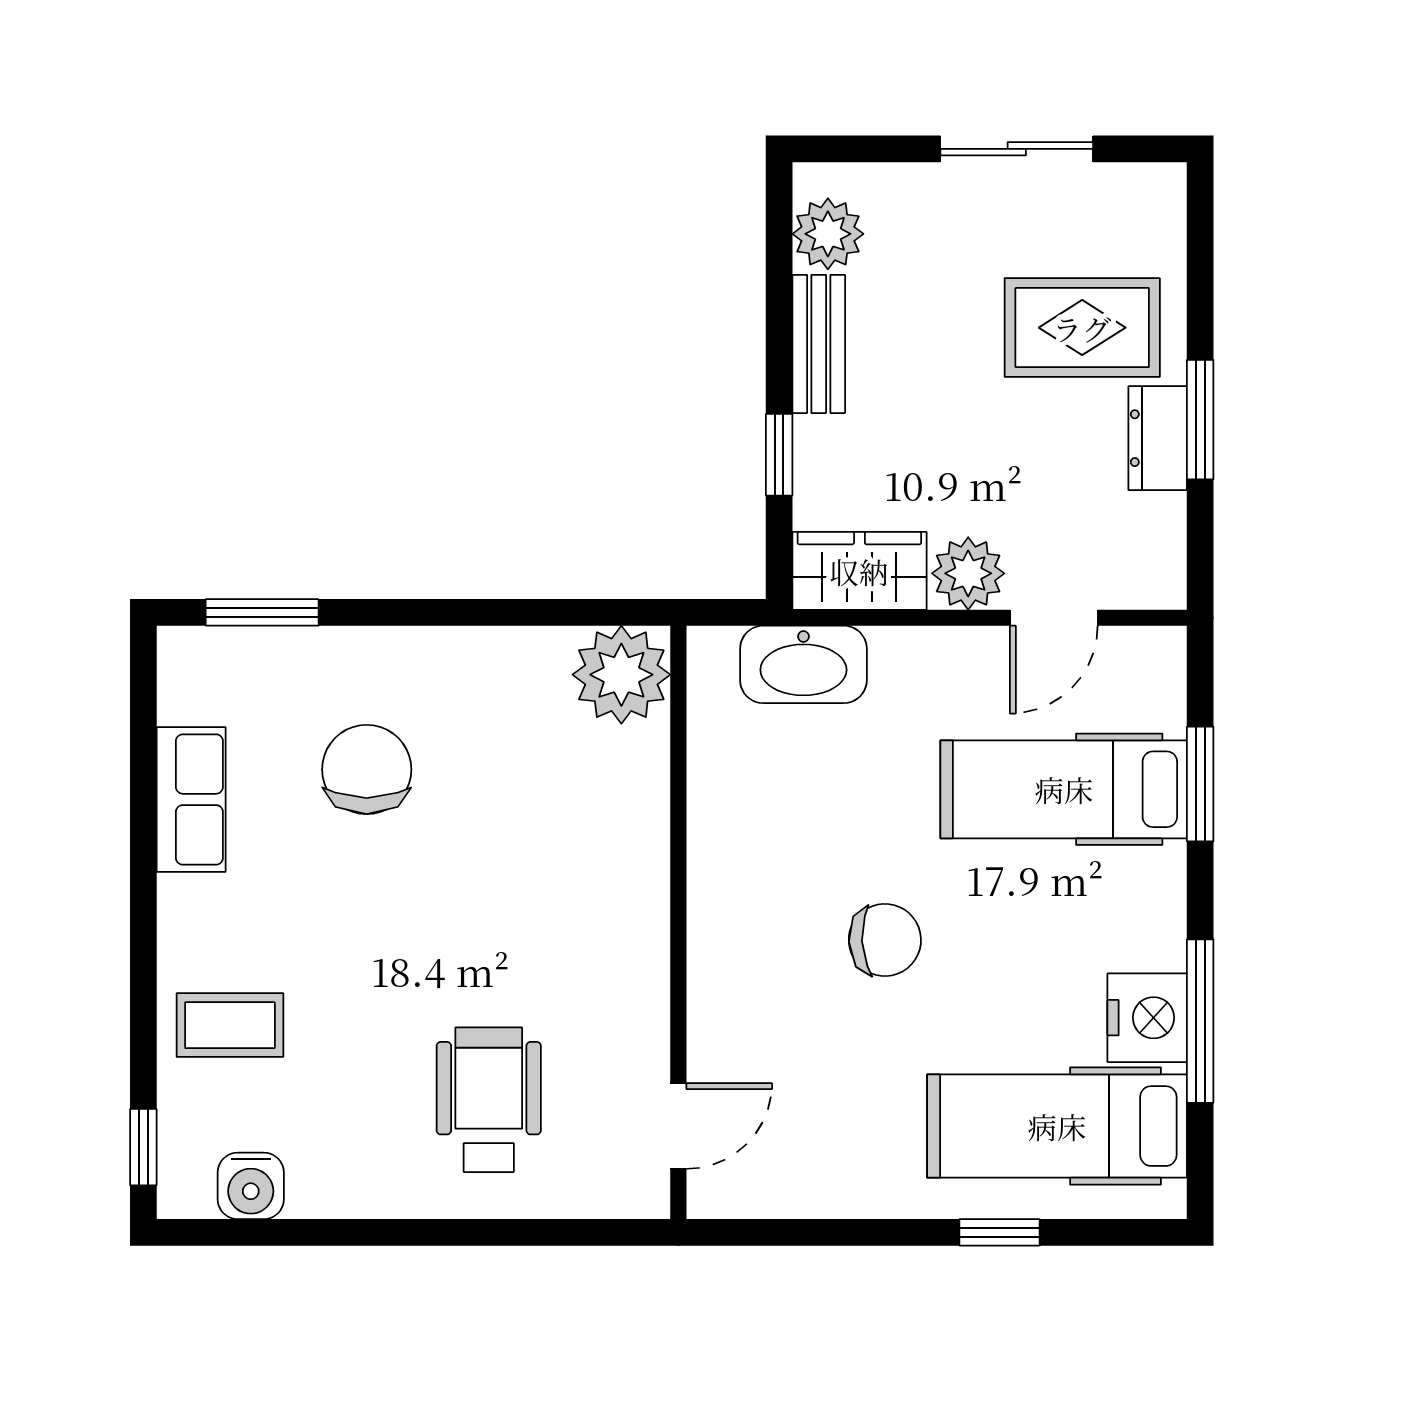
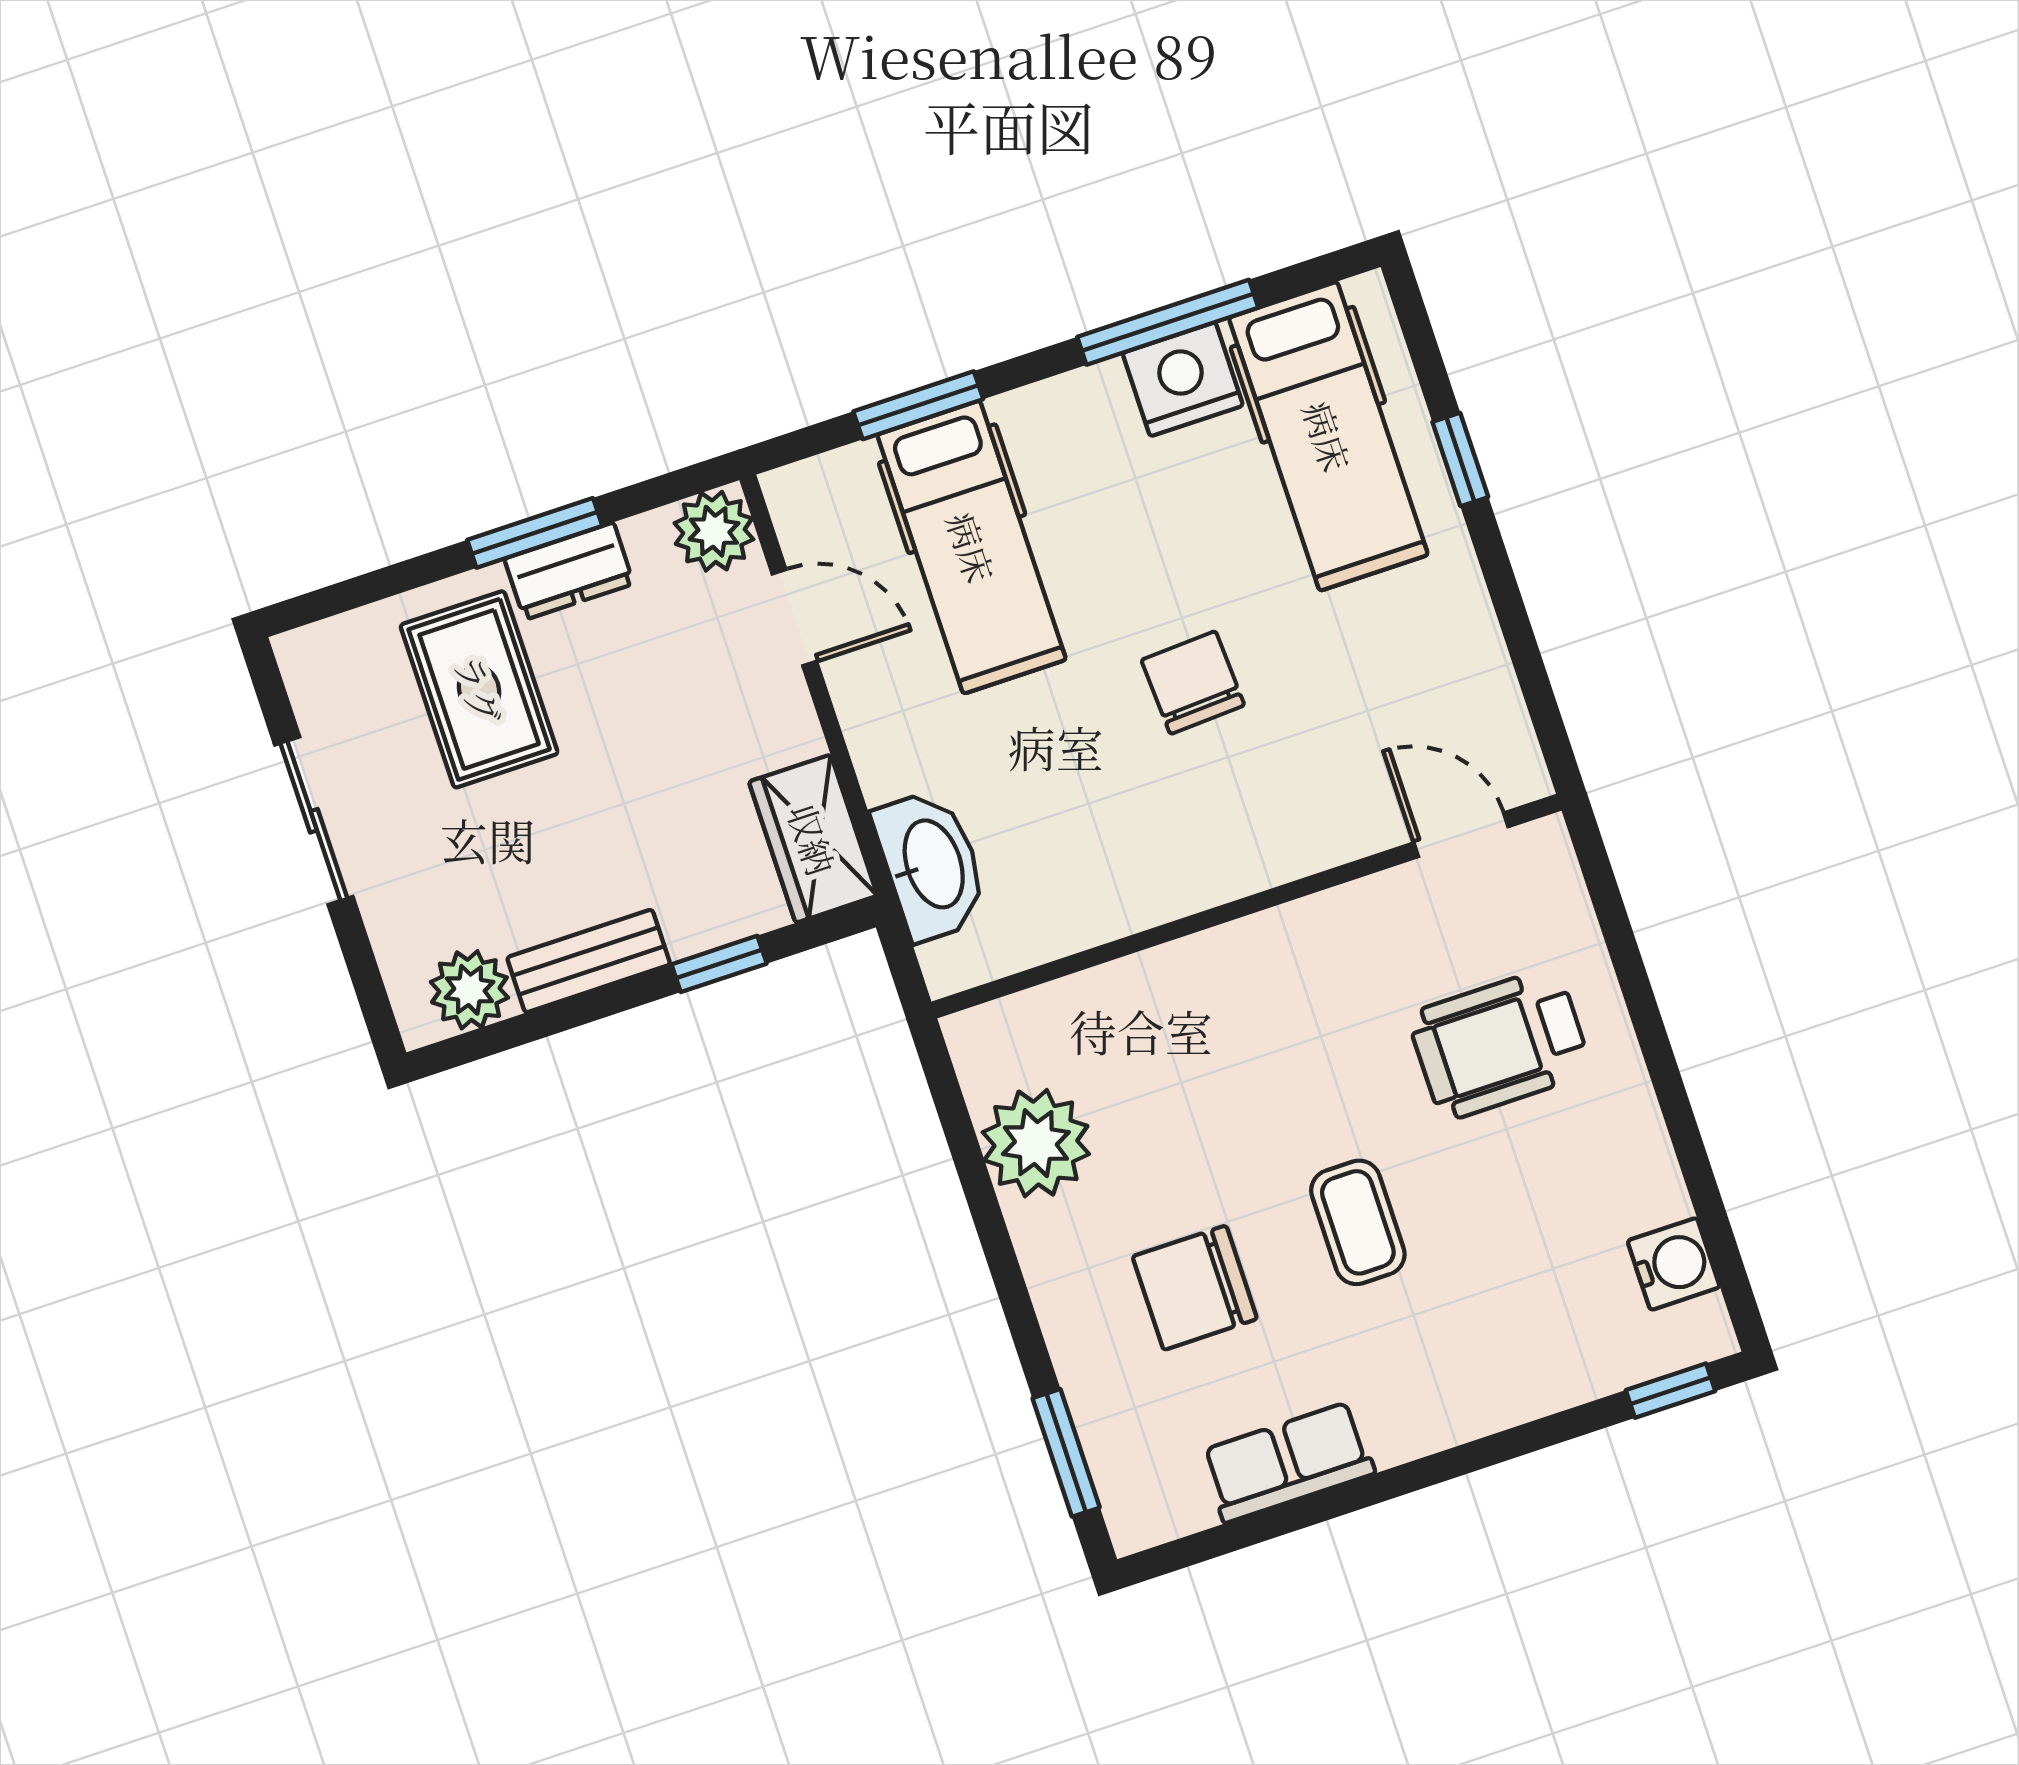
plant: (968, 573) -> (714, 531), moved
plant: (621, 675) -> (1036, 1143), moved
coffee table: (230, 1025) -> (1358, 1222), moved

